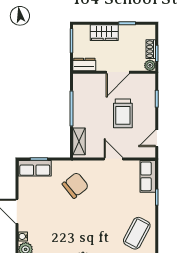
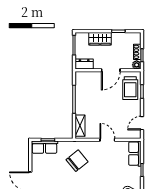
trolley: (123, 113) -> (130, 88), moved

